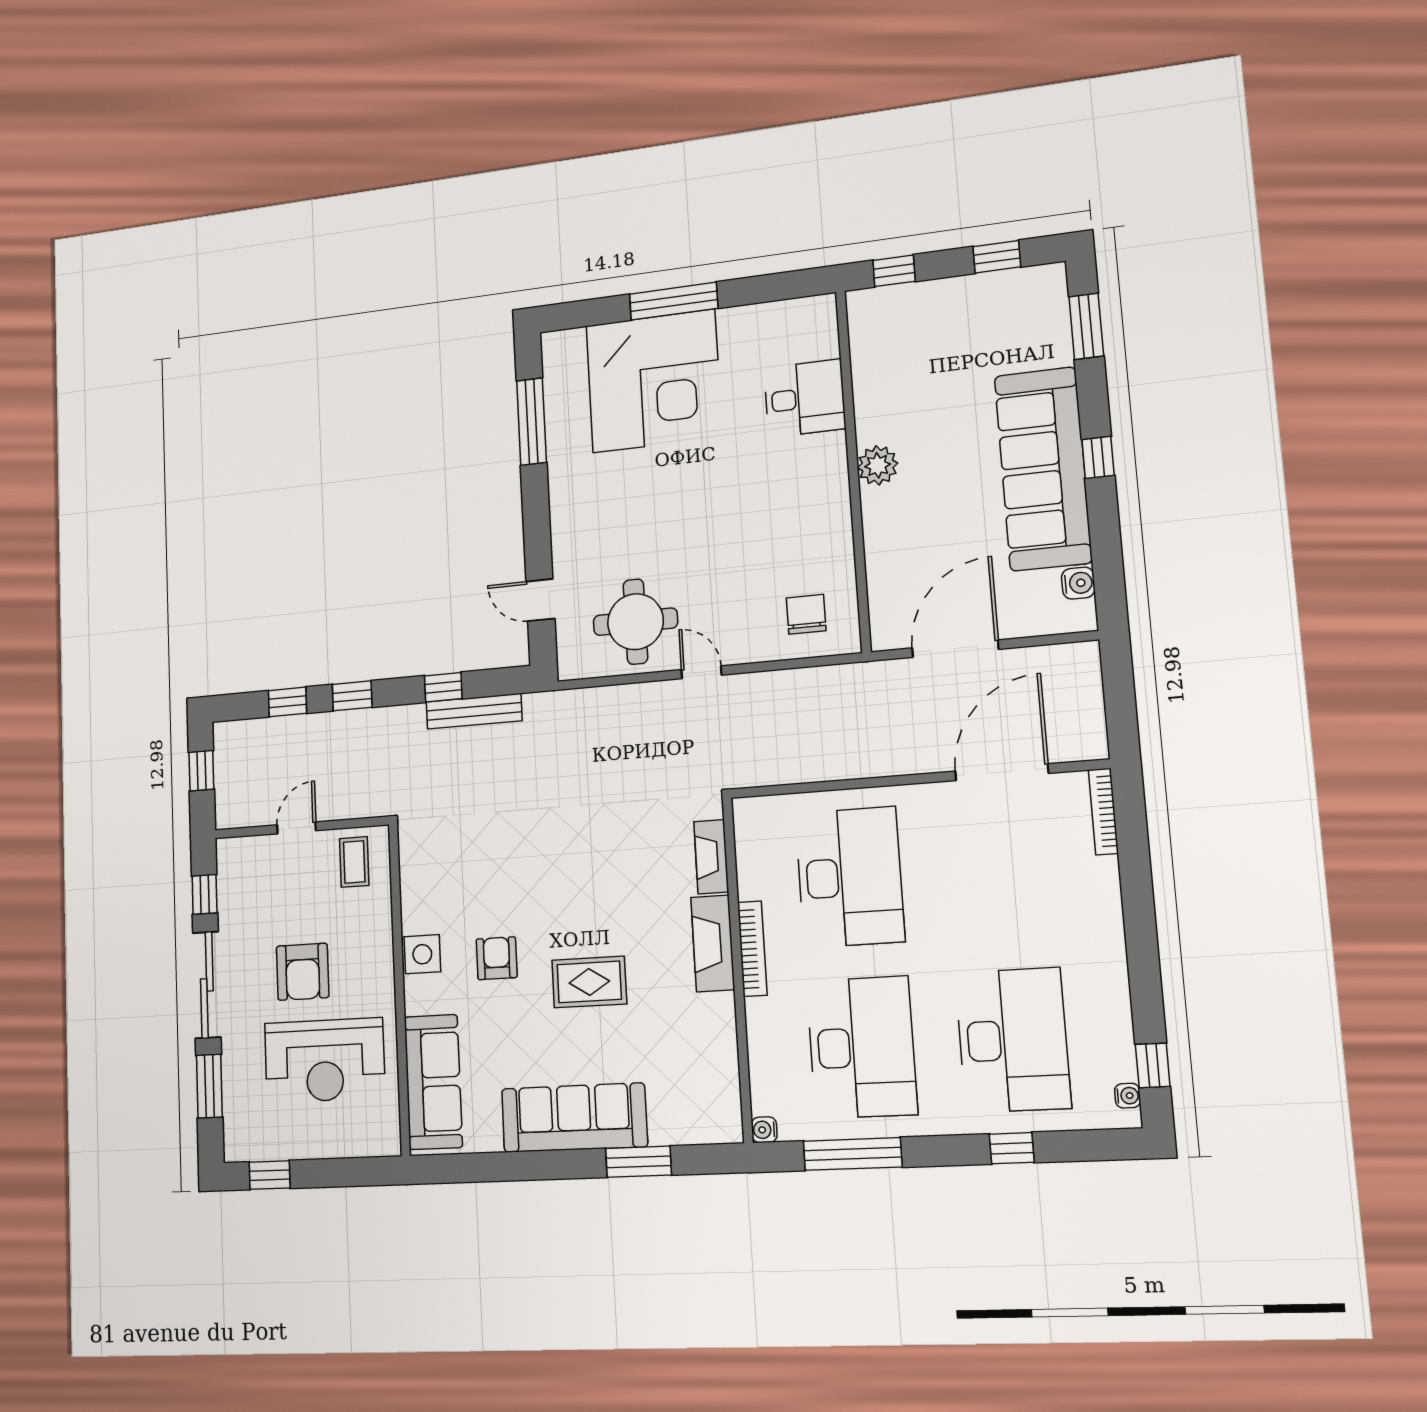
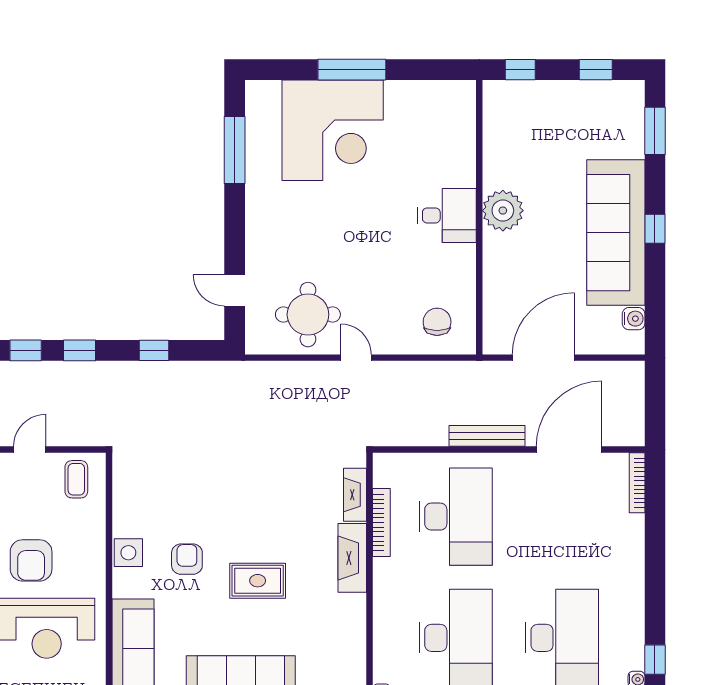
desk: (805, 398) -> (447, 215), moved
plant: (878, 465) -> (503, 211), width x1.36, depth x1.36
bench: (474, 711) -> (487, 436), moved
bookcase: (752, 949) -> (381, 523), moved

